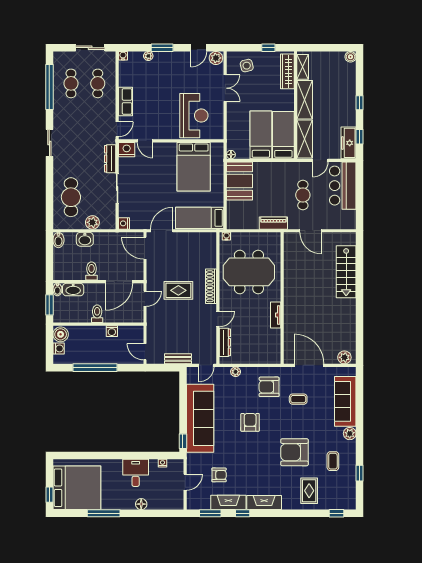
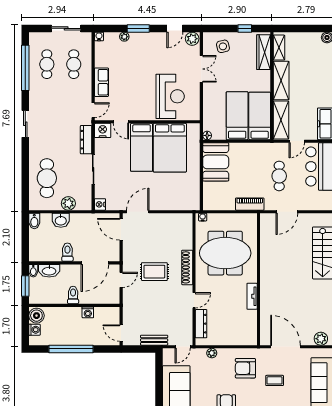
bed: (200, 218) -> (142, 147), moved, turned -90
door: (310, 231) -> (287, 212), hinge flipped

